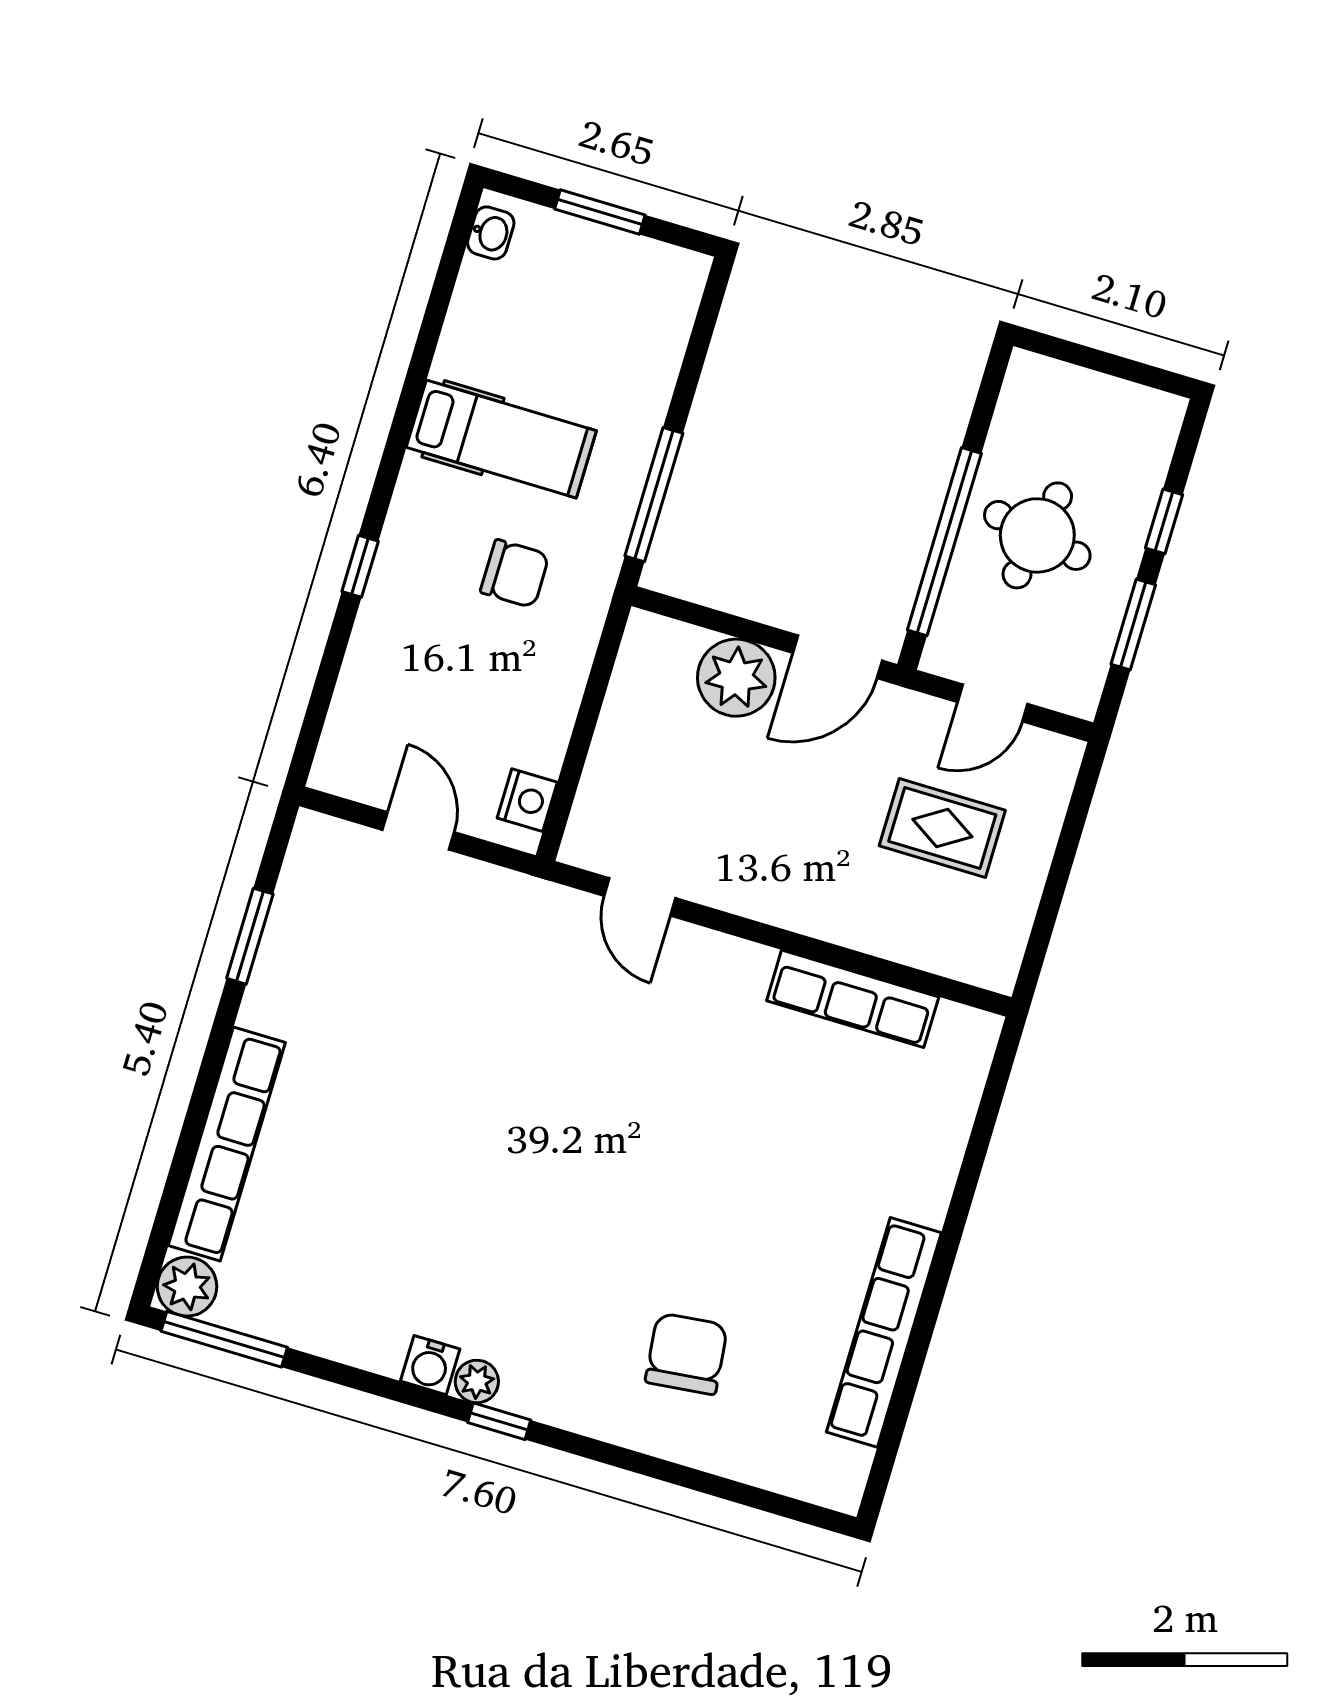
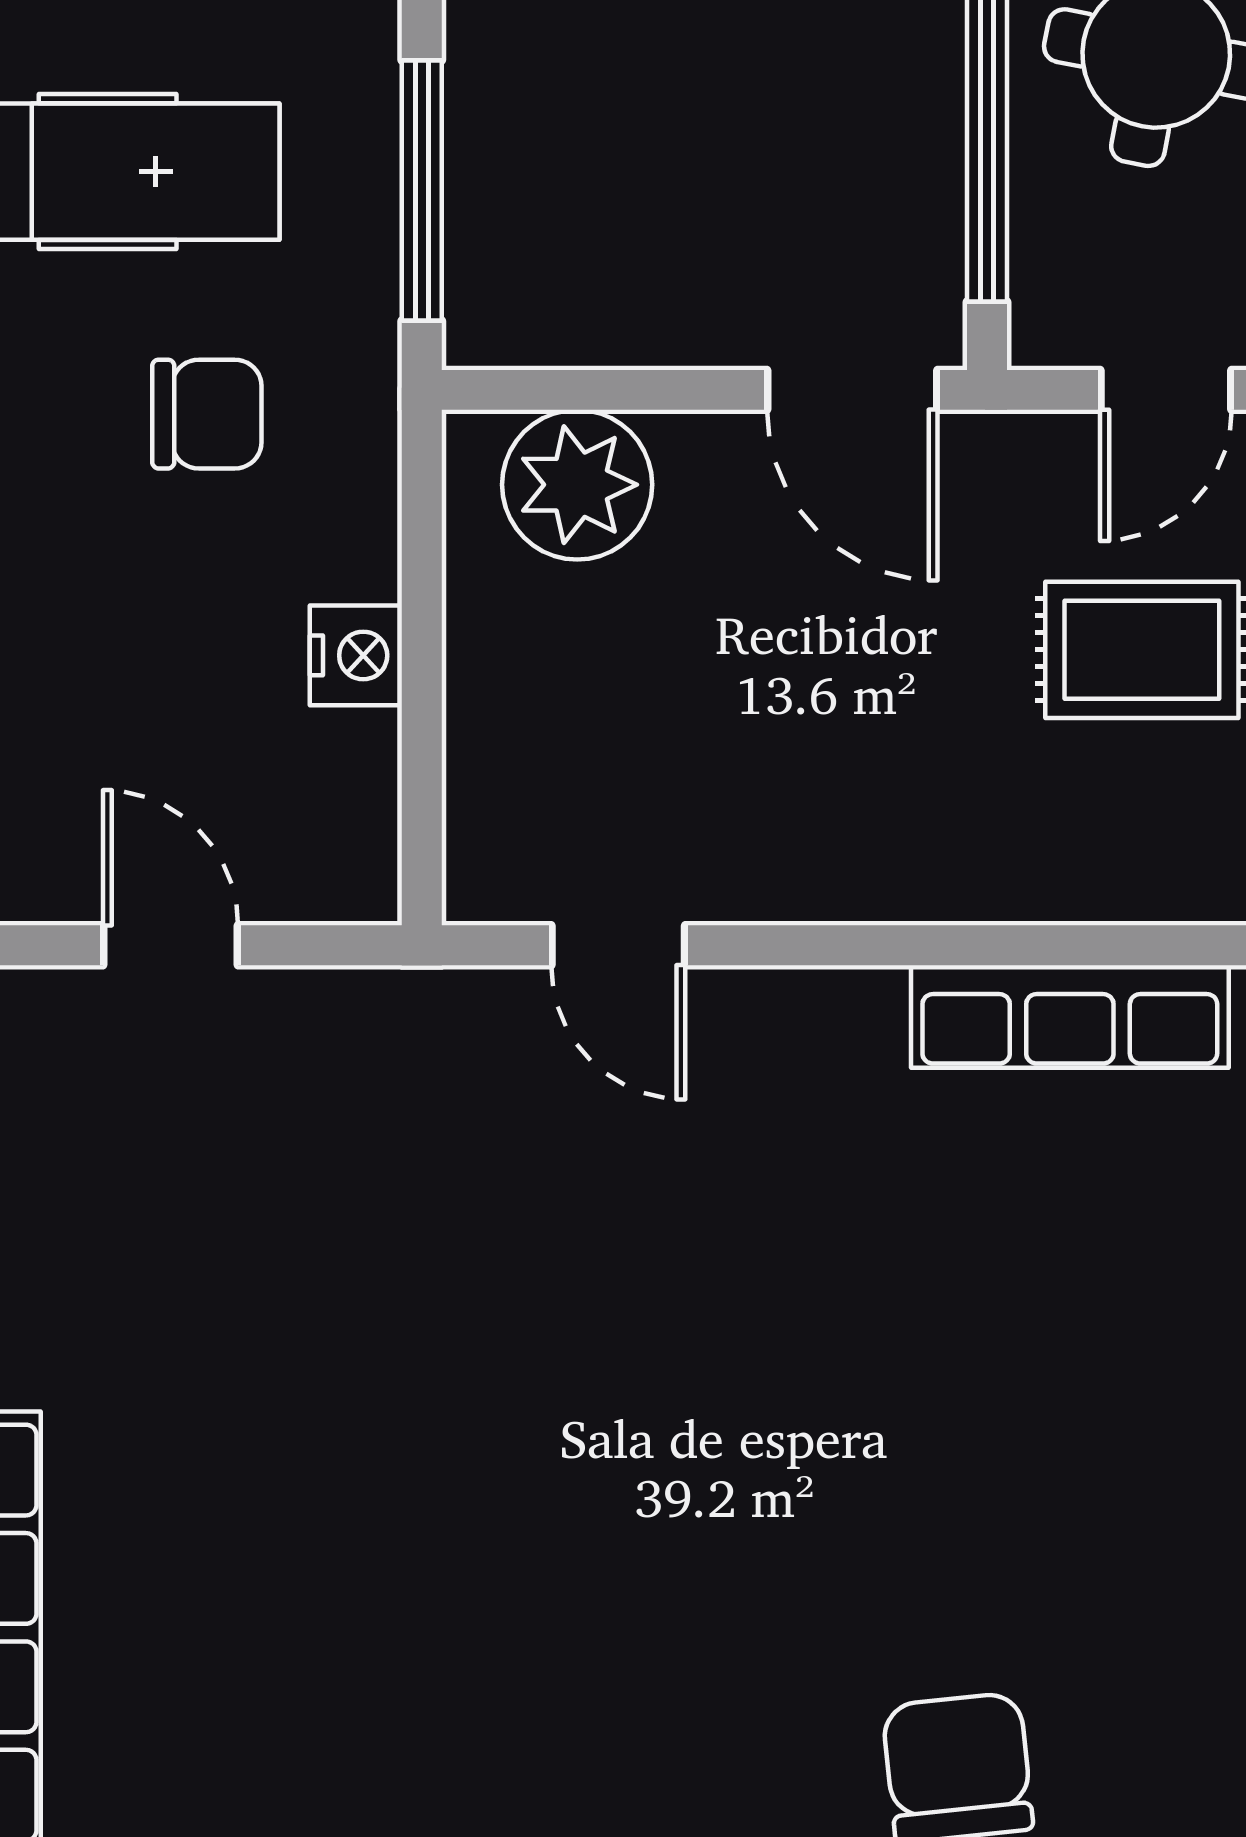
door: (837, 657) -> (852, 390), hinge flipped
plant: (736, 678) -> (577, 485), moved
nightstand: (527, 800) -> (356, 655), moved

